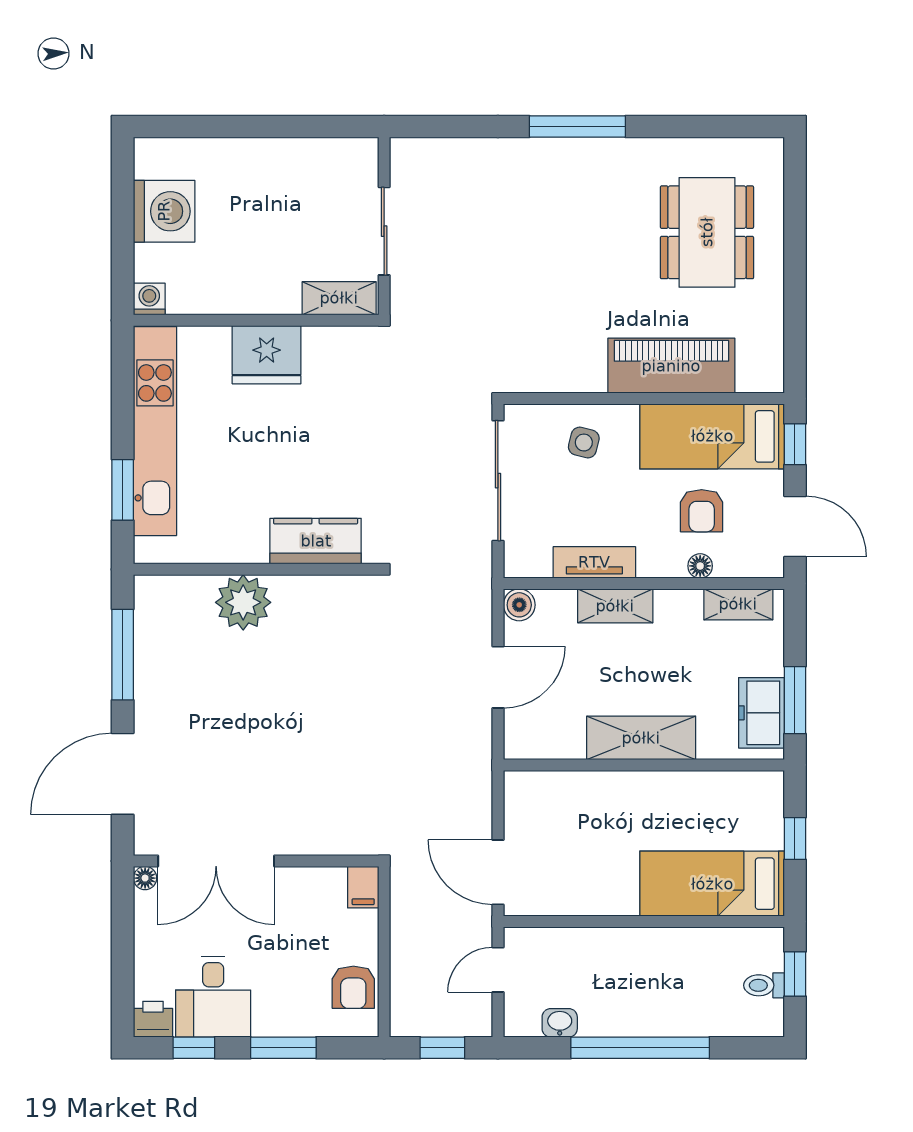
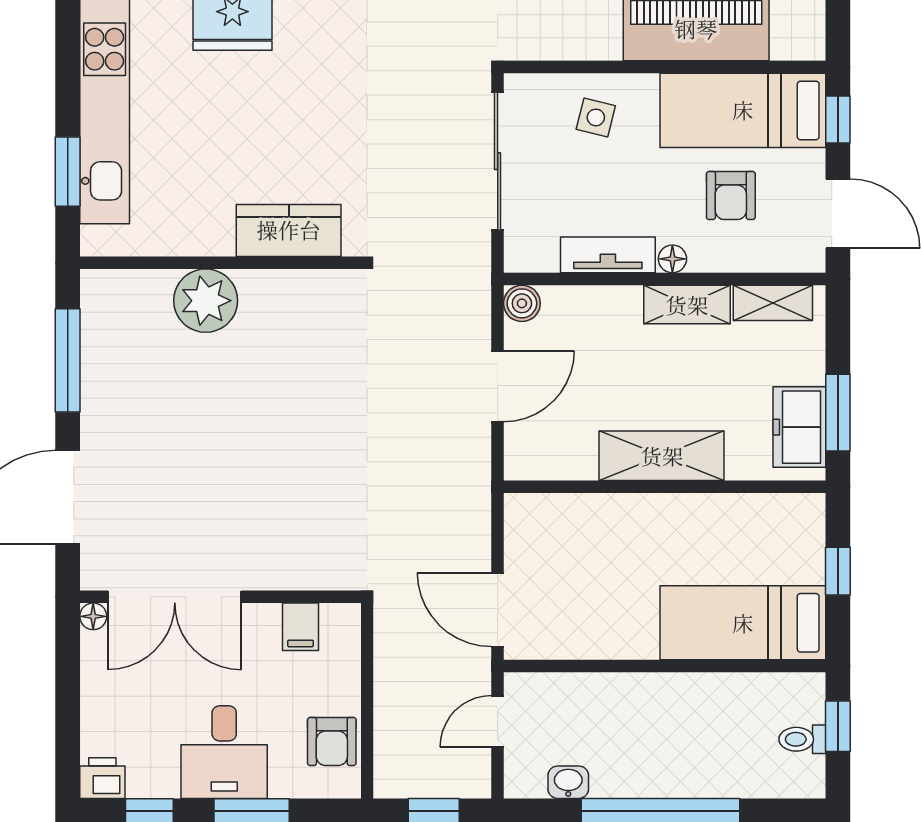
floor lamp: (700, 566) -> (672, 259), moved
shelving: (615, 606) -> (687, 305), moved
filing cabinet: (363, 887) -> (301, 627), moved
desk: (213, 997) -> (224, 752), moved

